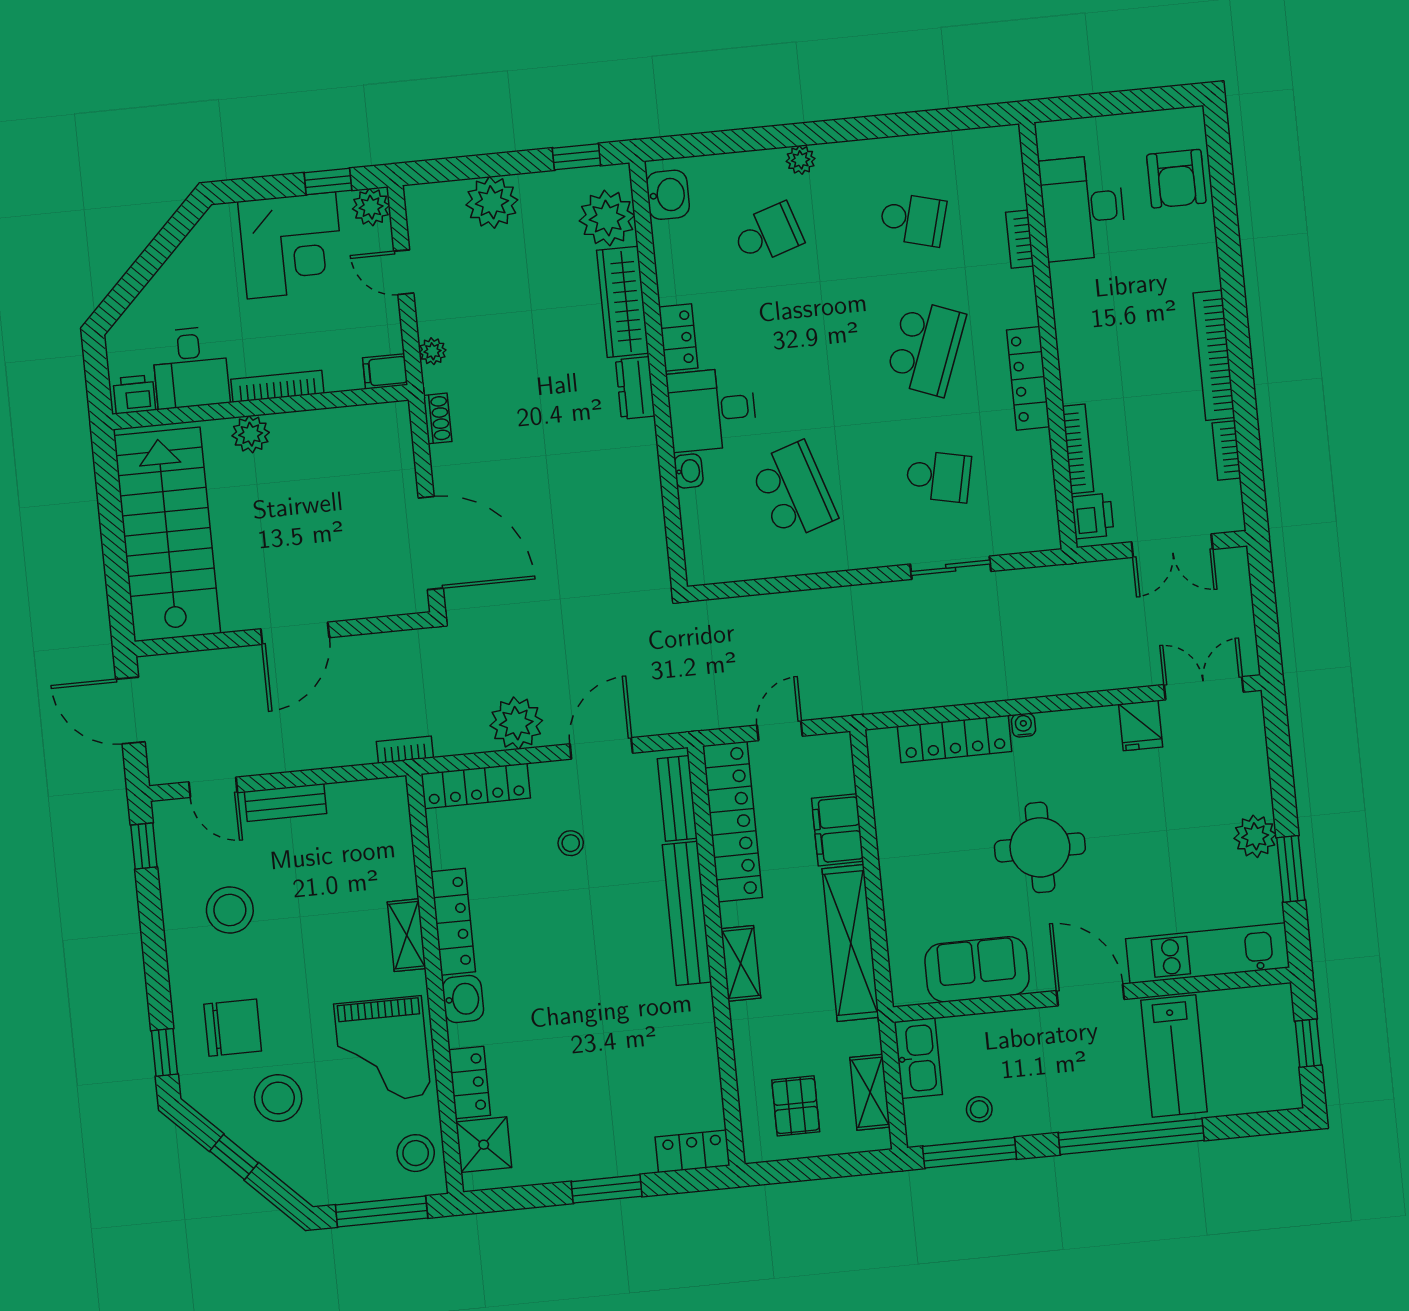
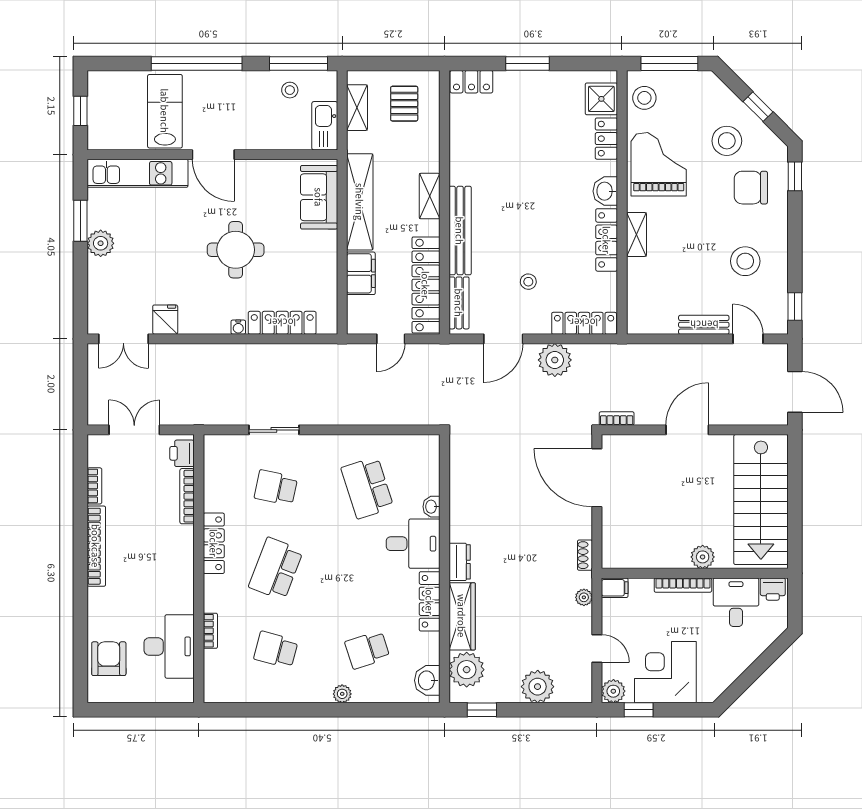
locker: (678, 338) -> (430, 601), width x1.53
bookcase: (405, 750) -> (617, 418), moved, turned 180
sofa: (977, 969) -> (319, 197), moved, turned 90

